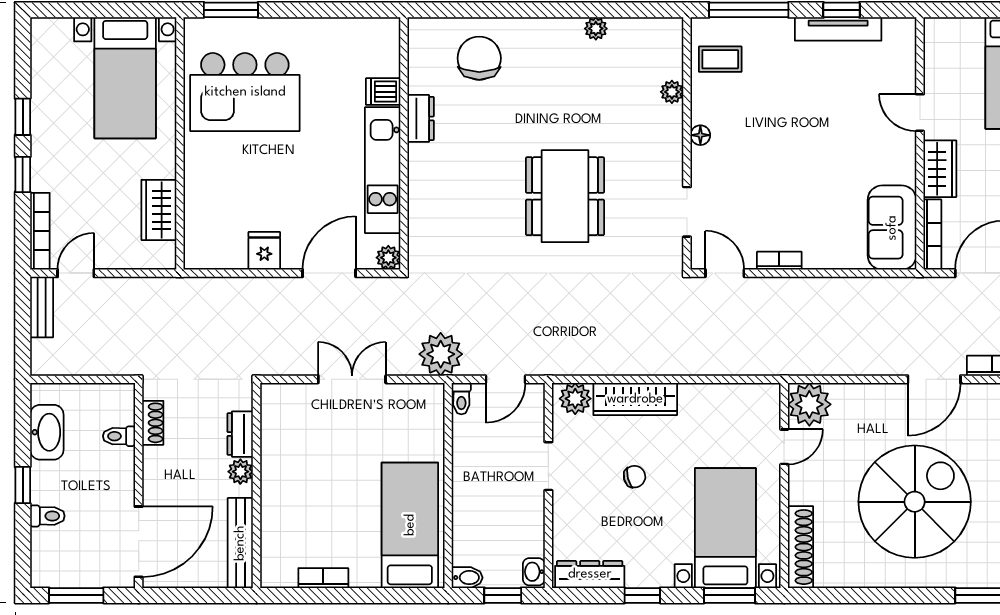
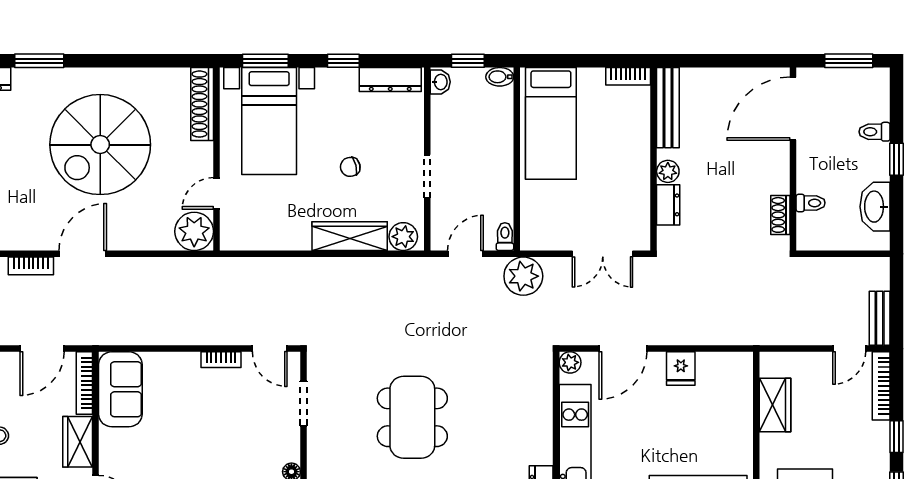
dresser: (240, 434) -> (668, 205), moved
plant: (240, 472) -> (668, 171), moved
wall: (256, 485) -> (654, 159), moved
bench: (240, 543) -> (668, 108), moved

